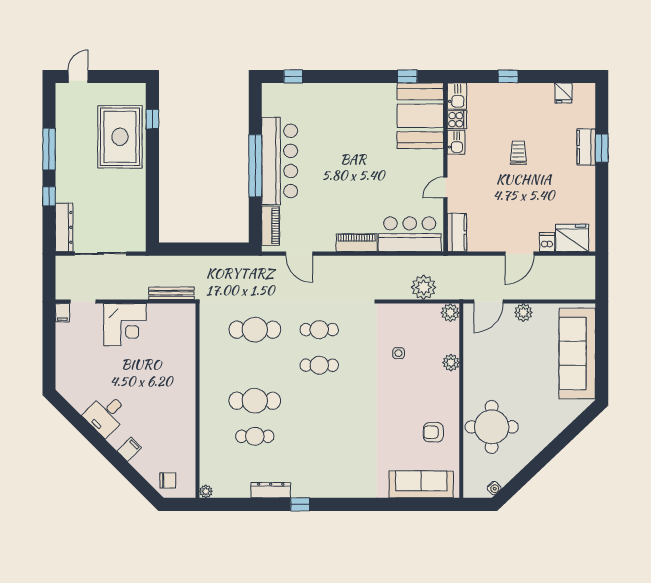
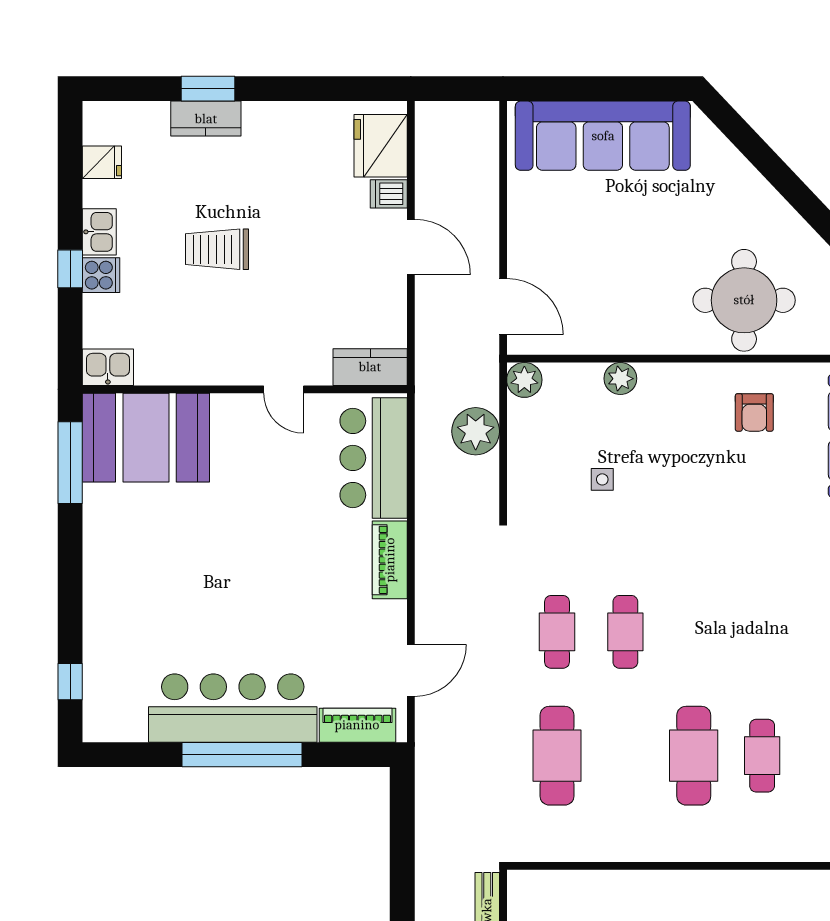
window: (407, 76) -> (70, 463), width x2.17
cooker: (457, 120) -> (101, 275), moved, turned 90
kitchen sink: (456, 142) -> (99, 232), moved, turned 90
trolley: (518, 153) -> (217, 249), width x1.36, depth x1.39
plant: (523, 312) -> (524, 239), removed

